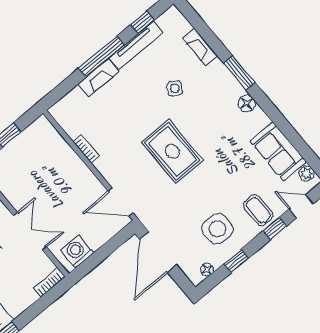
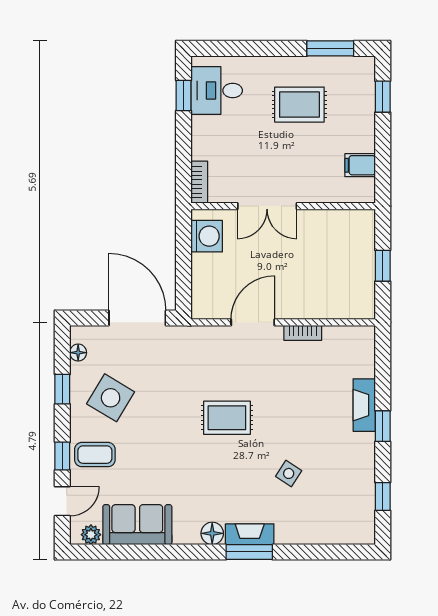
tv unit: (136, 45) -> (365, 471), removed
fireplace: (200, 47) -> (250, 534), moved
window: (101, 57) -> (383, 426), width x0.46
rug: (172, 151) -> (227, 418), width x0.73, depth x0.70
door: (121, 202) -> (253, 322), moved
side table: (218, 229) -> (111, 398), turned 31

